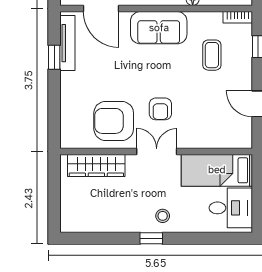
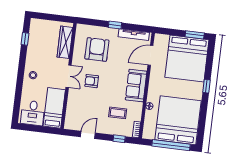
window: (54, 57) -> (115, 25), moved
armchair: (114, 121) -> (97, 49), moved
window: (151, 238) -> (25, 39), moved

